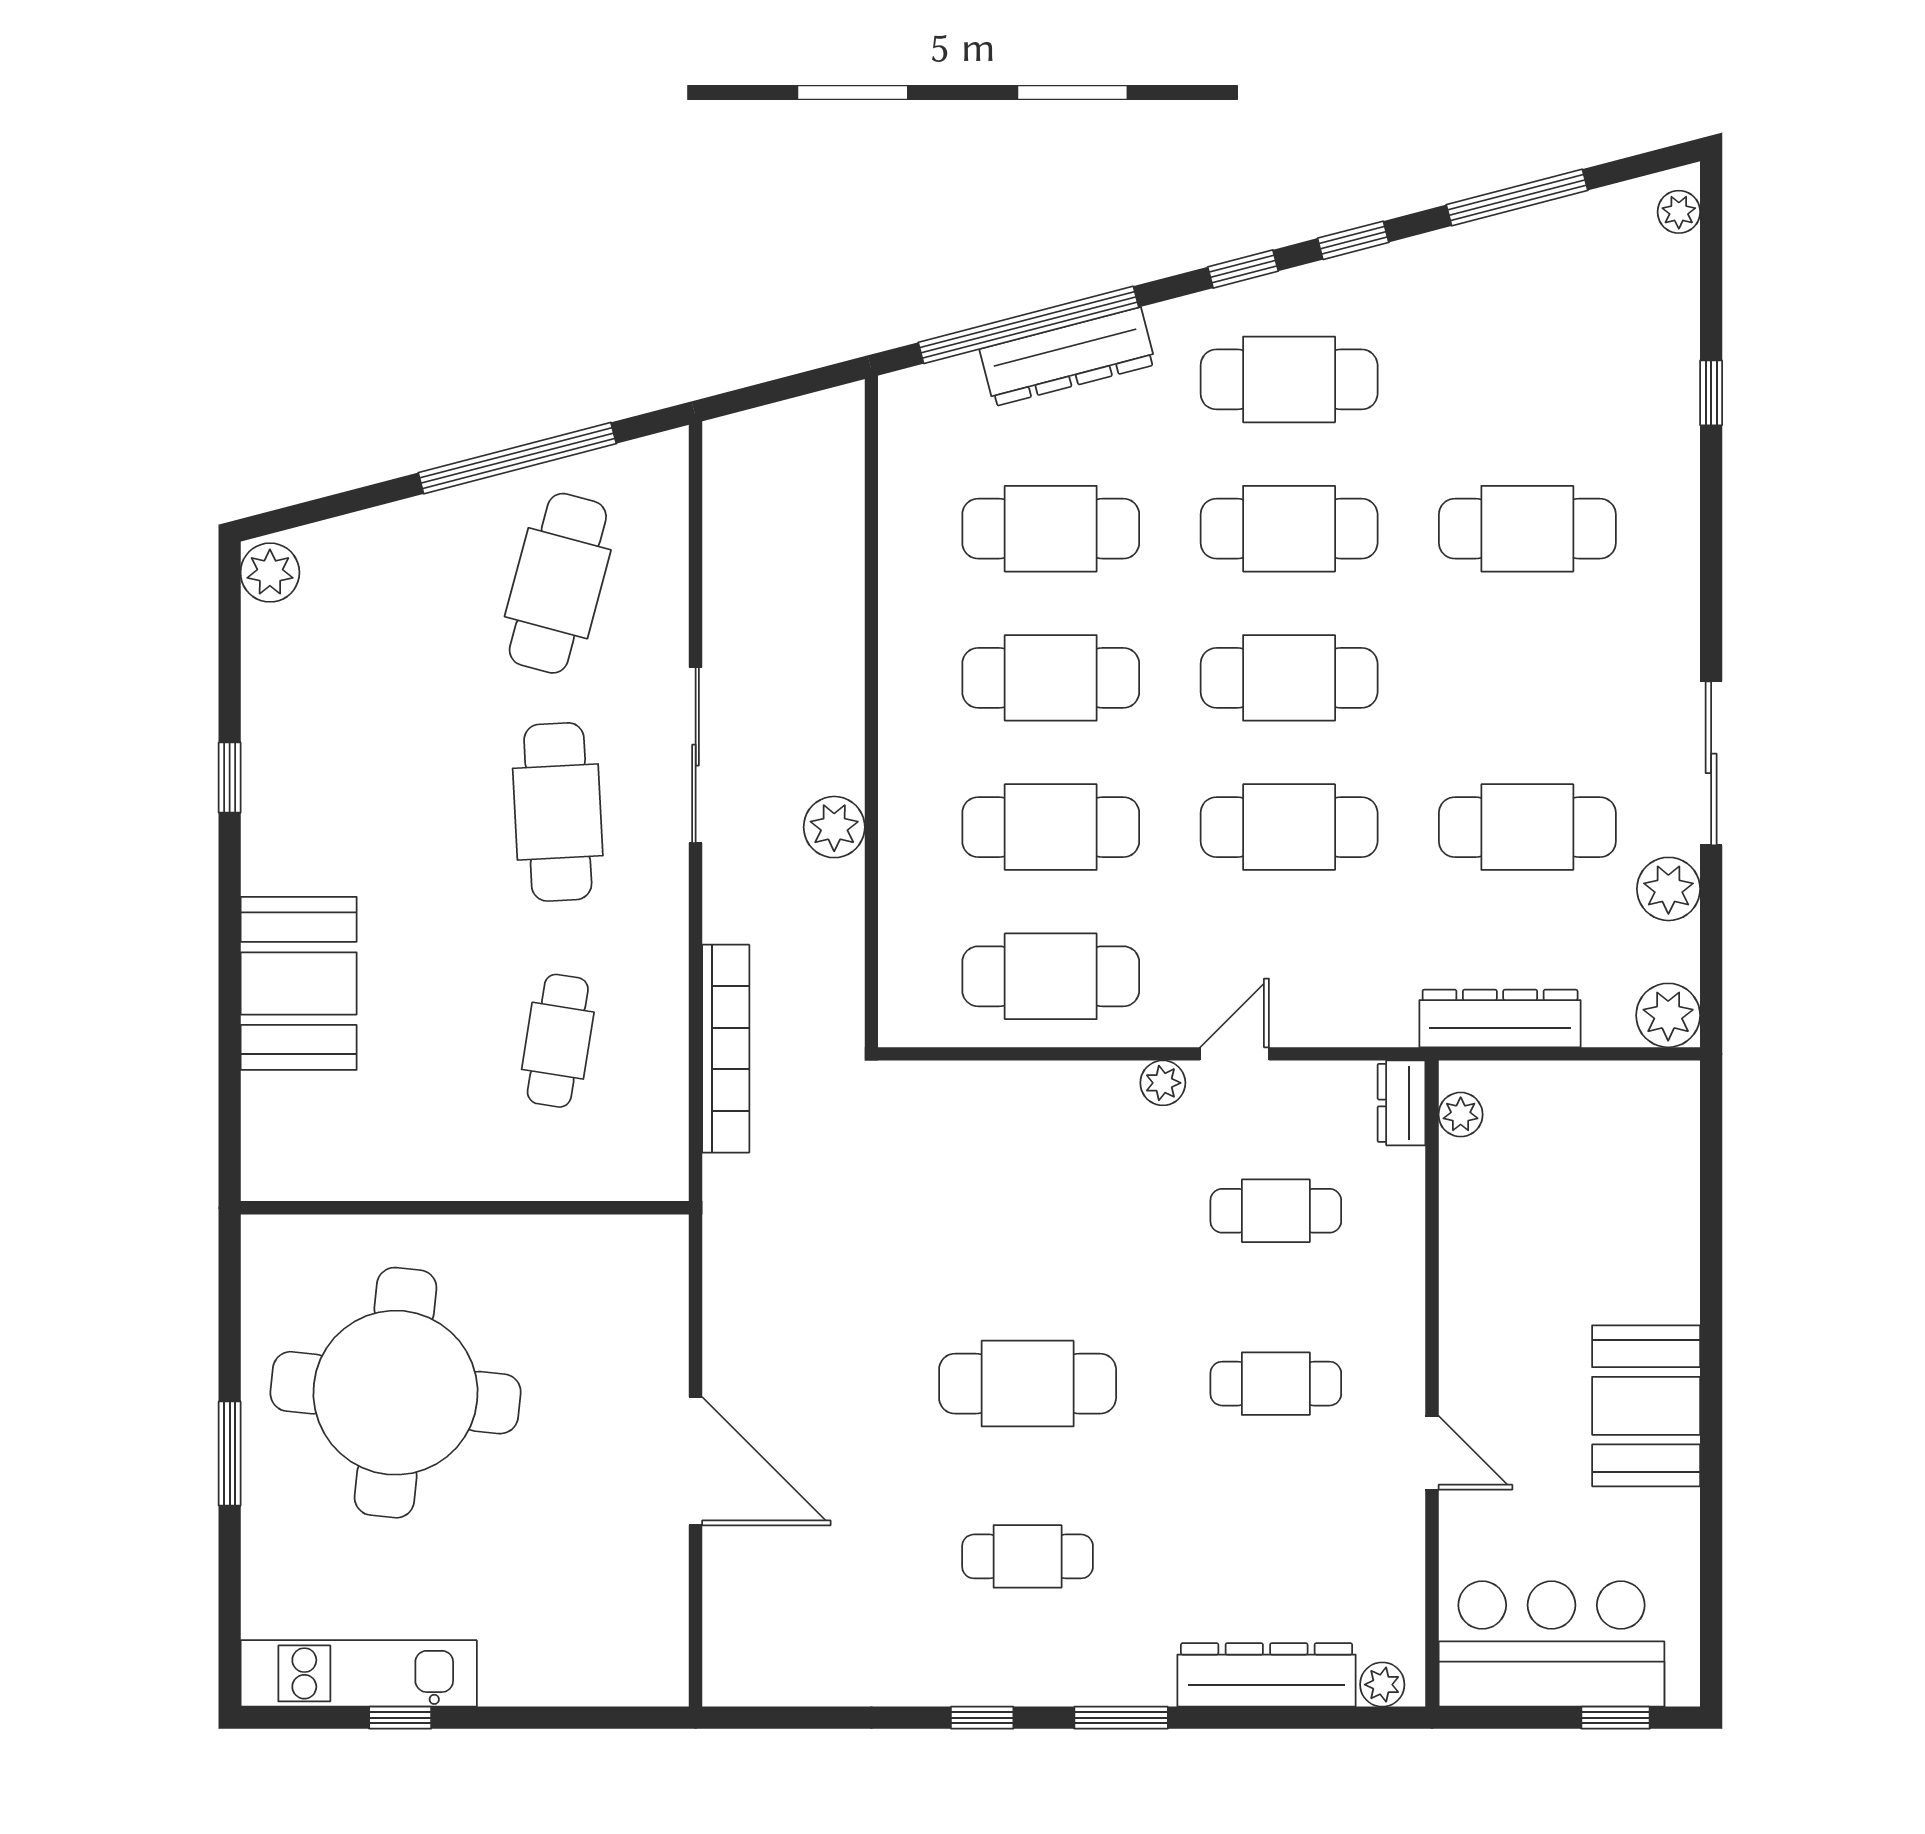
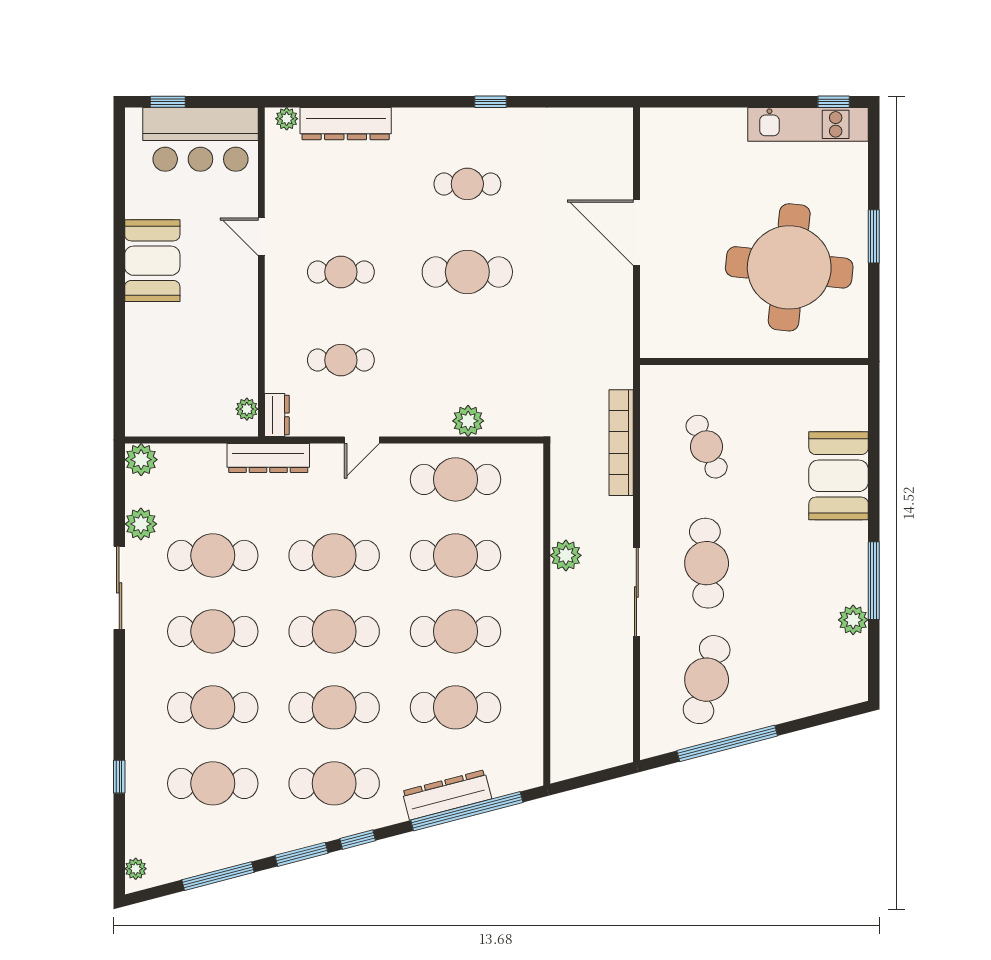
window: (1353, 240) -> (301, 854), width x1.50
cafe table: (1527, 379) -> (213, 783), added
plant: (270, 573) -> (853, 620), moved
cafe table: (1527, 678) -> (213, 631), added
window: (230, 778) -> (874, 581), width x2.17
dresser: (1500, 1018) -> (268, 458), moved
cafe table: (558, 1041) -> (707, 447), turned -33
plant: (1163, 1083) -> (468, 421), moved, width x1.38, depth x1.38
window: (400, 1718) -> (834, 102), moved
window: (1121, 1718) -> (420, 102), removed

